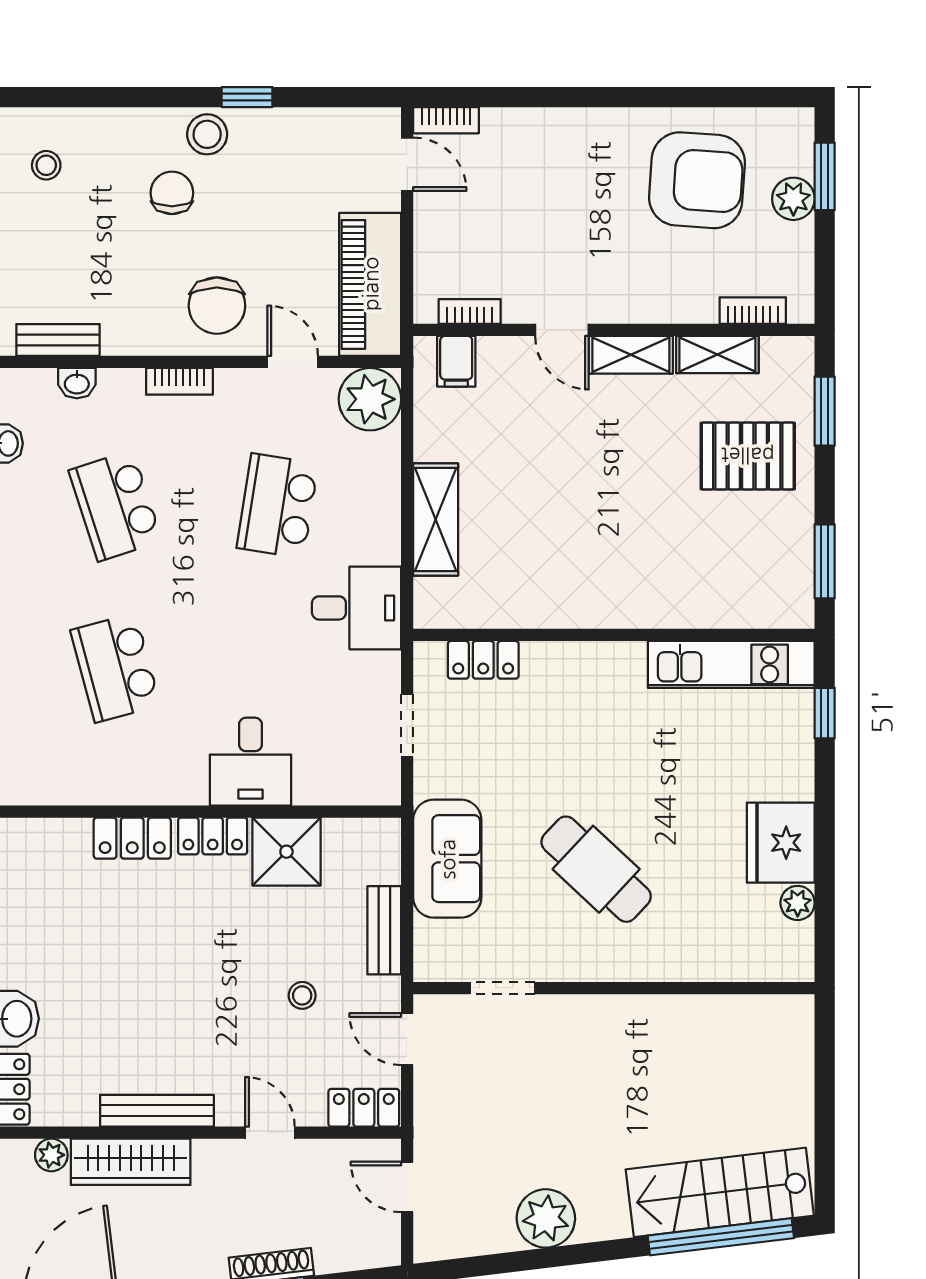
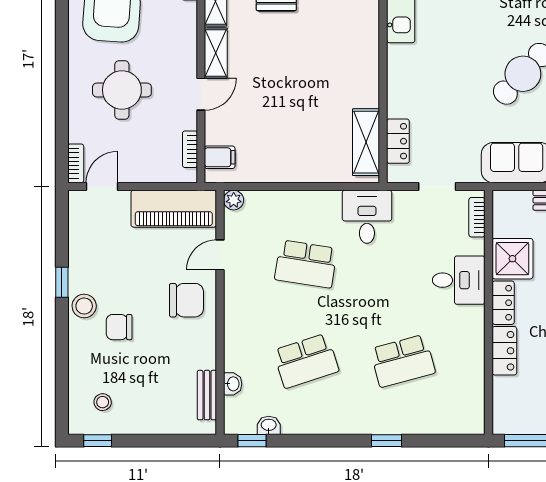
round table: (569, 198) -> (122, 90), added
bookcase: (179, 381) -> (477, 217), moved, turned 180
plant: (370, 399) -> (234, 200), width x0.53, depth x0.53
shelving: (436, 519) -> (366, 142), moved, turned 90

